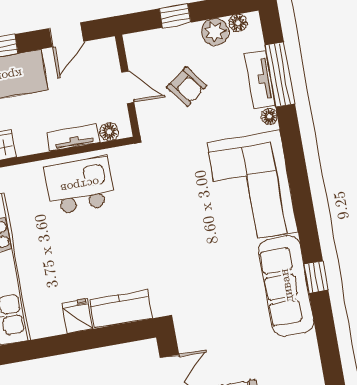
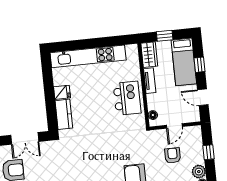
armchair: (187, 86) -> (173, 155), turned 127
tv unit: (73, 137) -> (150, 81), moved

